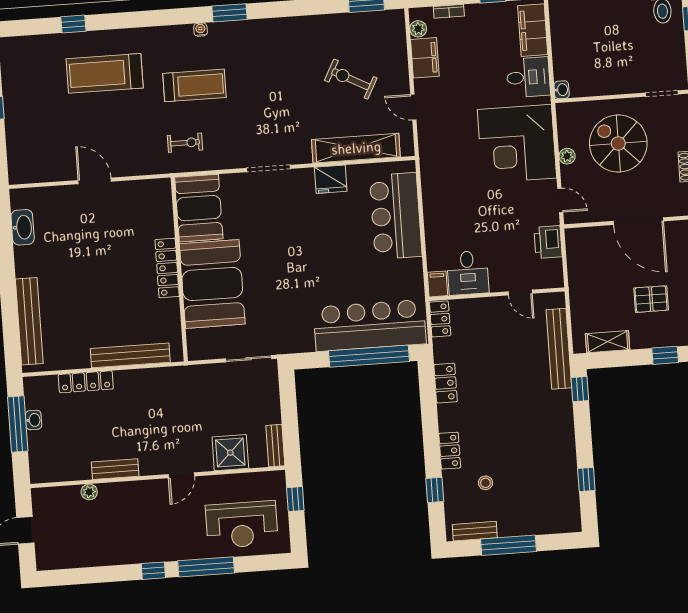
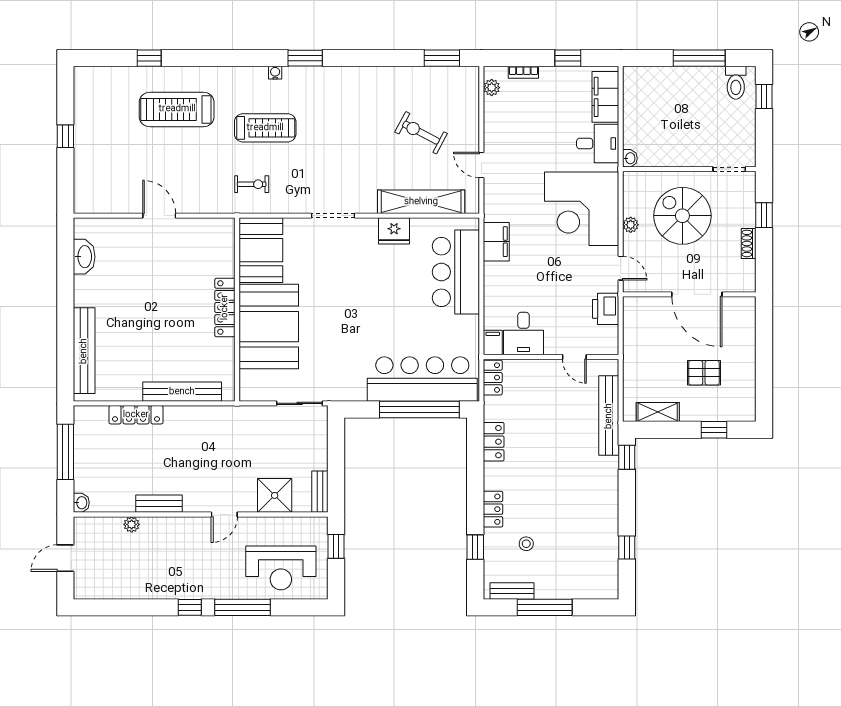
filing cabinet: (425, 58) -> (496, 242), moved
washbasin: (33, 420) -> (81, 503), moved

